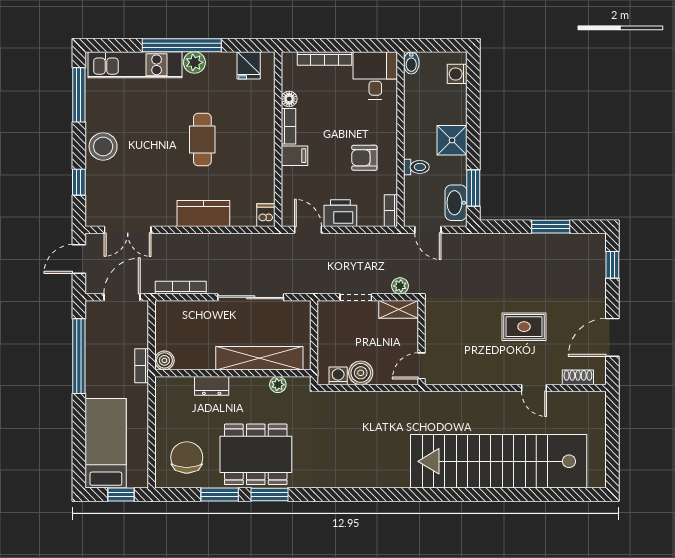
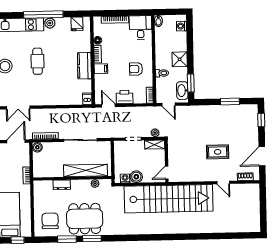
cafe table: (202, 139) -> (37, 61), moved
kitchen counter: (203, 213) -> (84, 66), moved, turned -90
boiler: (164, 360) -> (37, 147), moved
stairs: (499, 461) -> (169, 199), moved, turned 180

